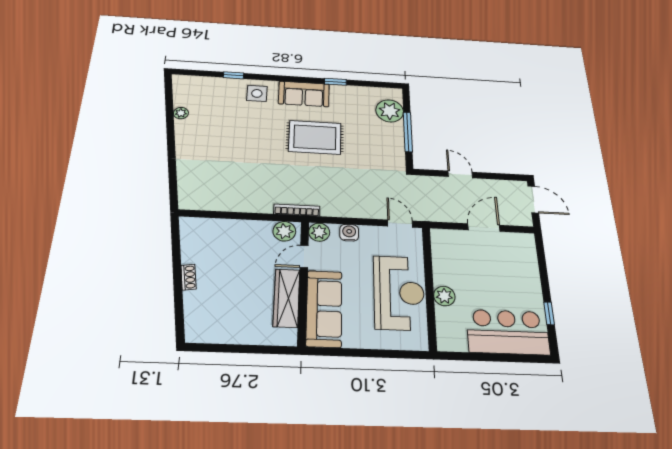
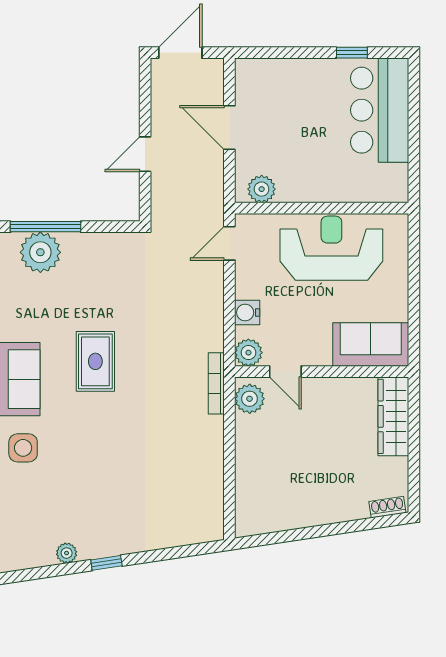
window: (408, 132) -> (46, 227), moved
window: (171, 136) -> (106, 563), added
rug: (315, 137) -> (95, 361), width x0.73, depth x0.70
shoe rack: (188, 277) -> (387, 507), moved
plant: (444, 296) -> (262, 189), moved
wardrobe: (287, 298) -> (393, 416), moved, turned 90
sofa: (324, 308) -> (371, 344), width x0.73

